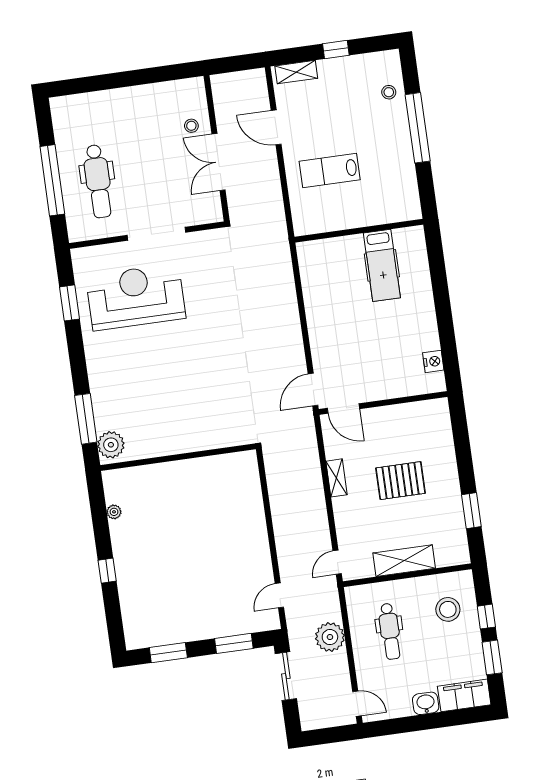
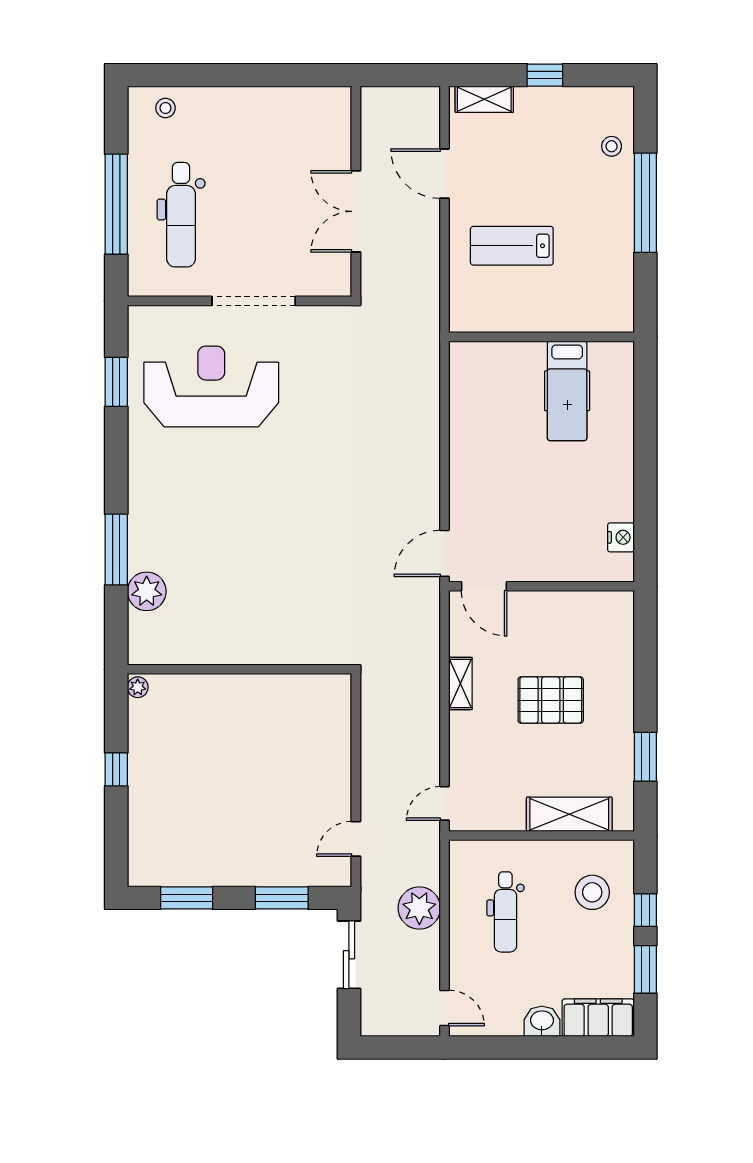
stool: (191, 126) -> (165, 108), moved
wall: (178, 457) -> (240, 669), moved
shelving: (404, 561) -> (569, 814), moved

